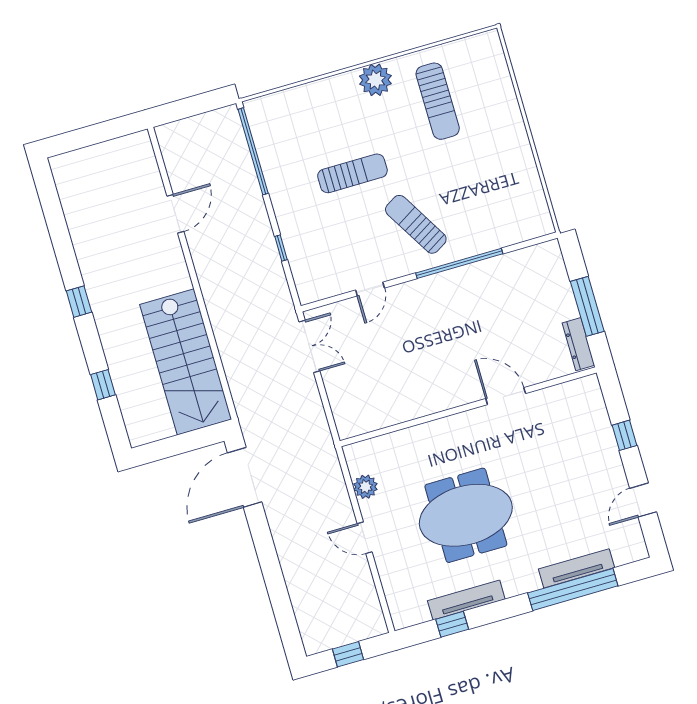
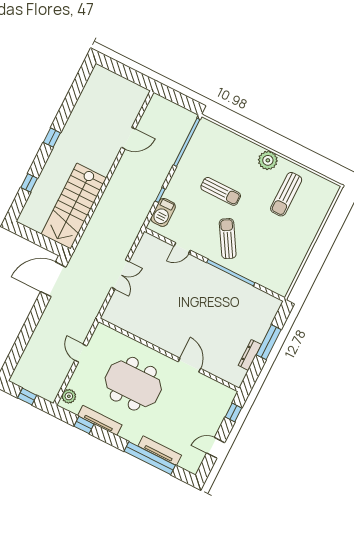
barbecue: (305, 266) -> (163, 212), added
double door: (309, 346) -> (120, 275), moved
door: (506, 396) -> (189, 365), moved
wall: (468, 407) -> (169, 355), moved
plant: (365, 487) -> (69, 396), moved

